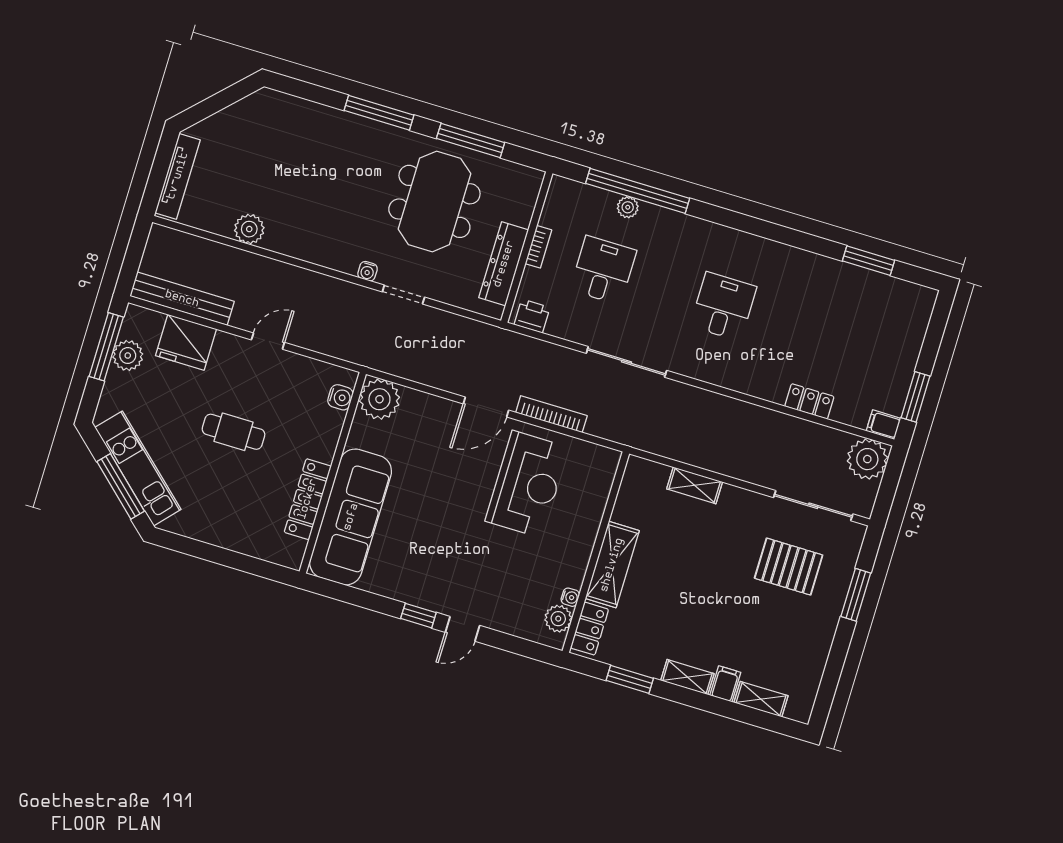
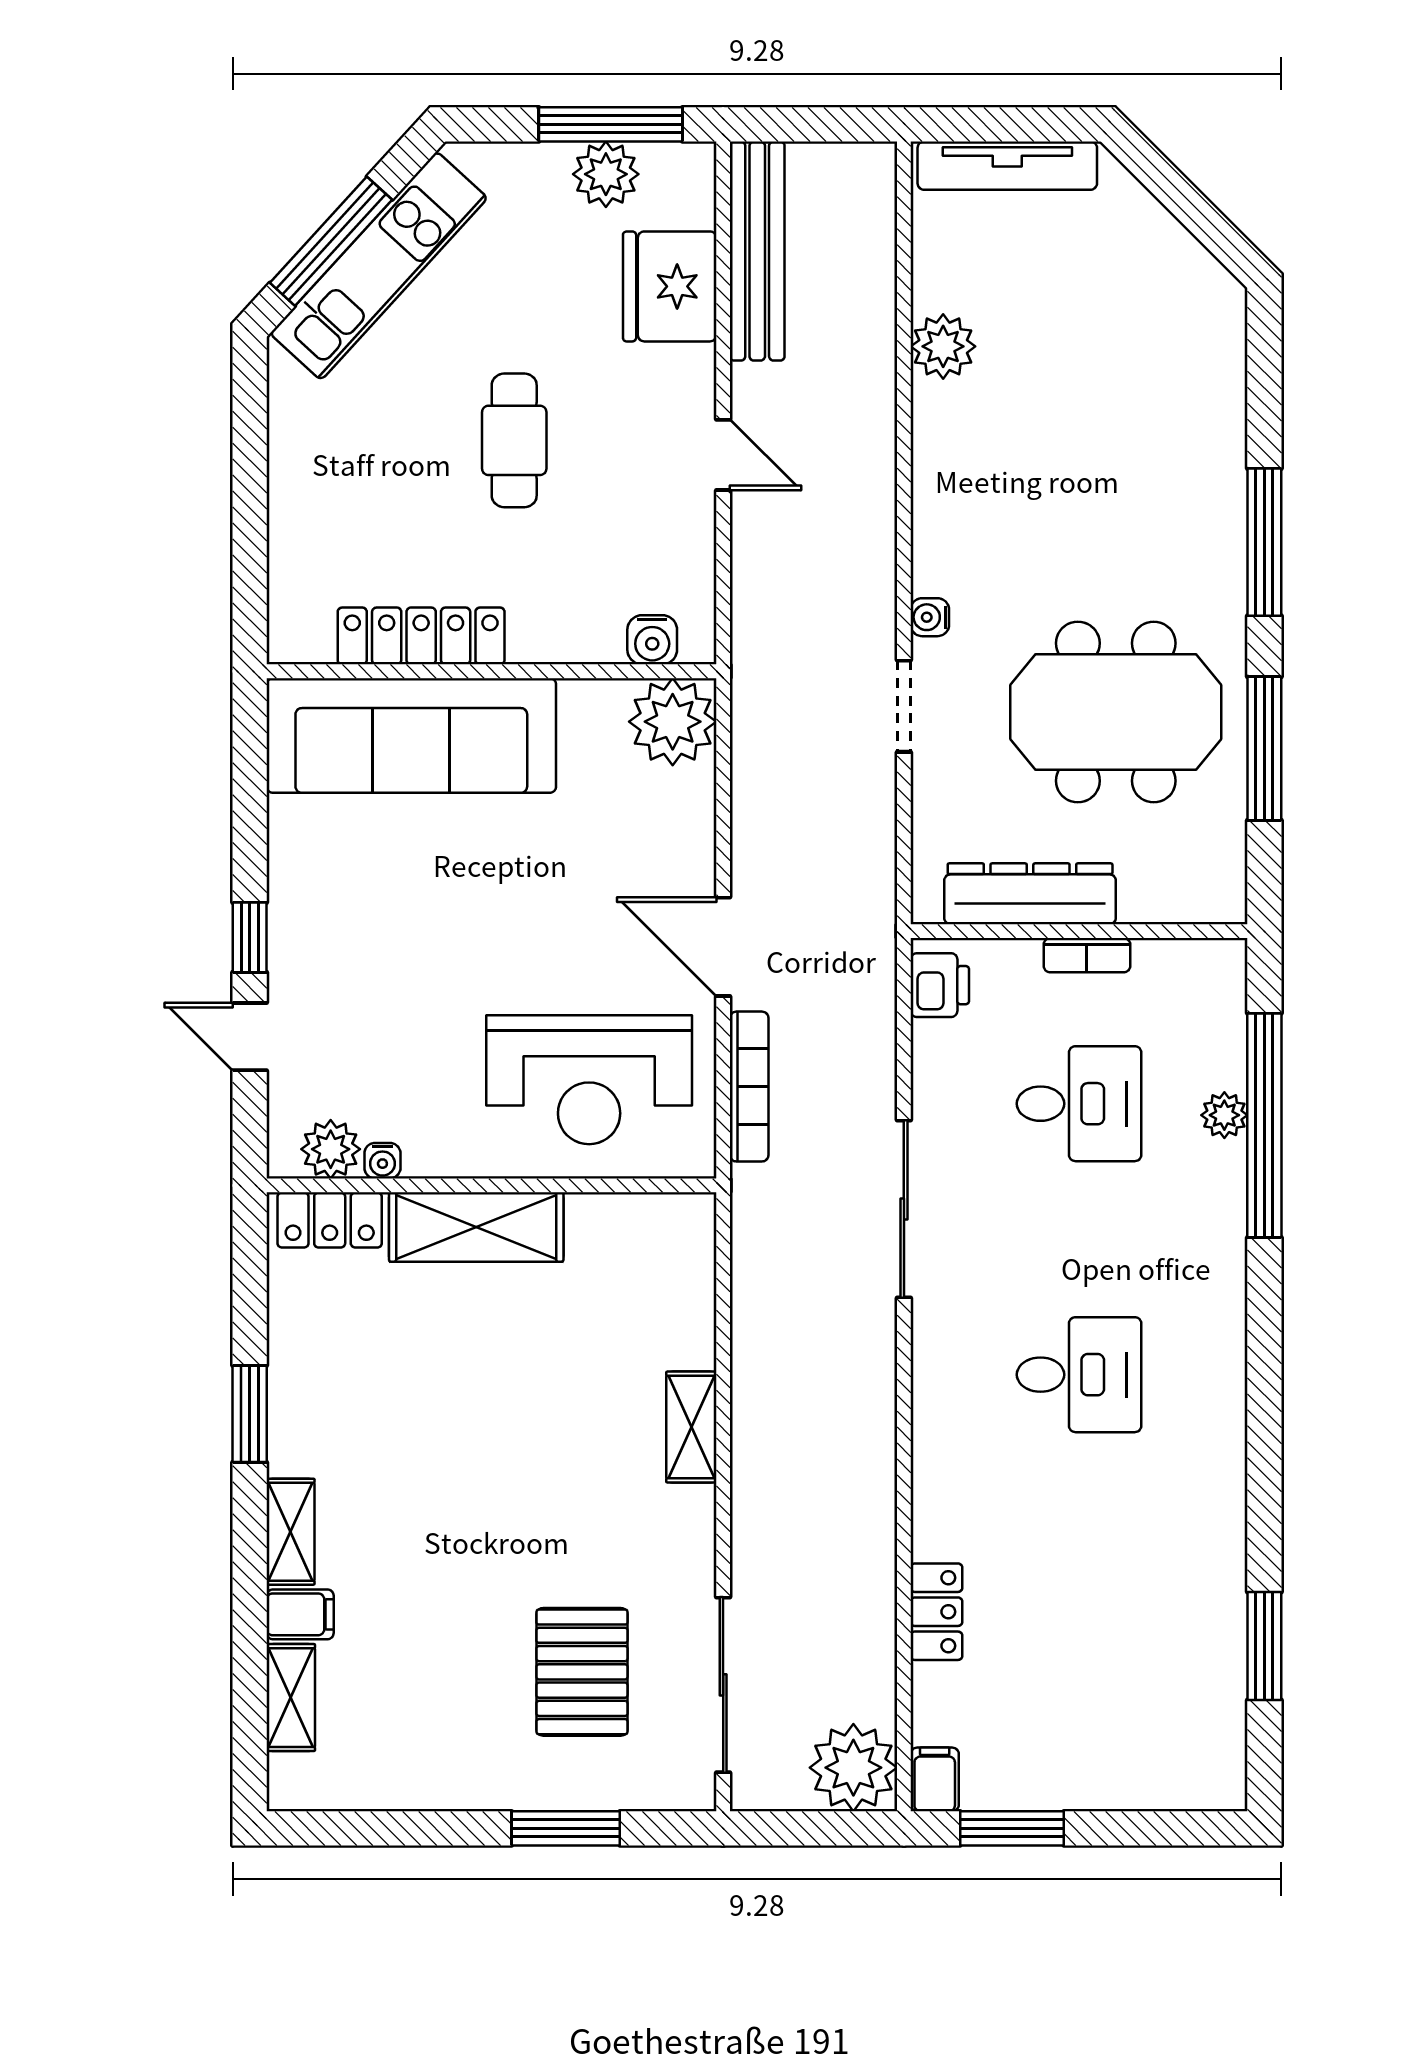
wall: (596, 552) -> (491, 1185), moved
shelving: (612, 565) -> (476, 1227), moved
water cooler: (570, 597) -> (382, 1161), moved
plant: (558, 619) -> (331, 1149), moved
locker: (589, 629) -> (330, 1220), moved

